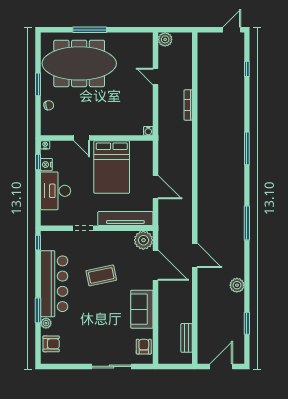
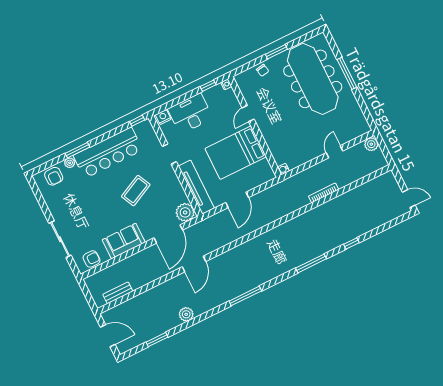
window: (247, 69) -> (351, 243), moved
nightstand: (46, 165) -> (163, 117), moved
coffee table: (101, 275) -> (136, 191), turned 76

